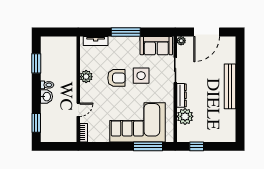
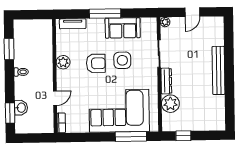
door: (207, 32) -> (192, 12), width x0.53
sofa: (156, 46) -> (123, 28), moved
washbasin: (46, 97) -> (21, 108), moved

